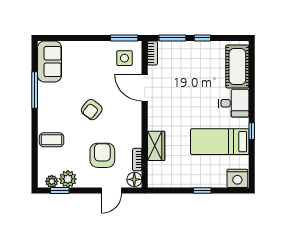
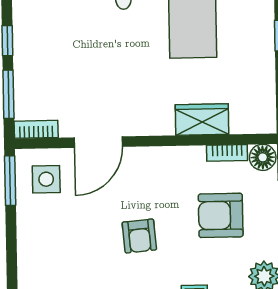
armchair: (92, 110) -> (139, 236), turned 47

